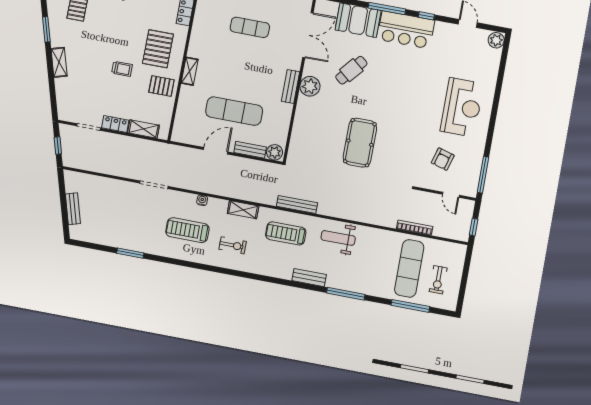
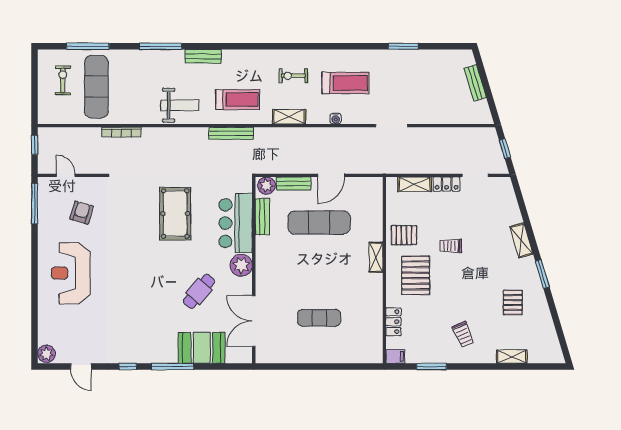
bar counter: (406, 30) -> (236, 223), moved, turned -90
bench: (291, 87) -> (262, 217), moved
bookcase: (415, 228) -> (121, 132), moved

